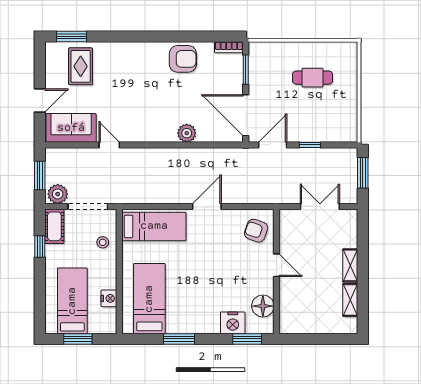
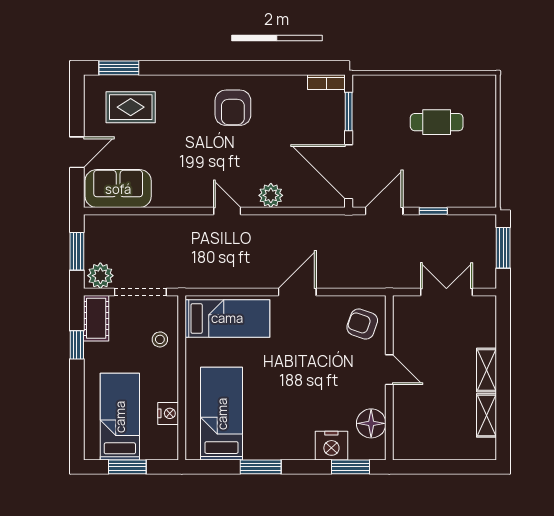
armchair: (183, 59) -> (233, 108), moved, turned 90
rug: (81, 66) -> (131, 107), turned 90
door: (109, 145) -> (227, 211), moved

